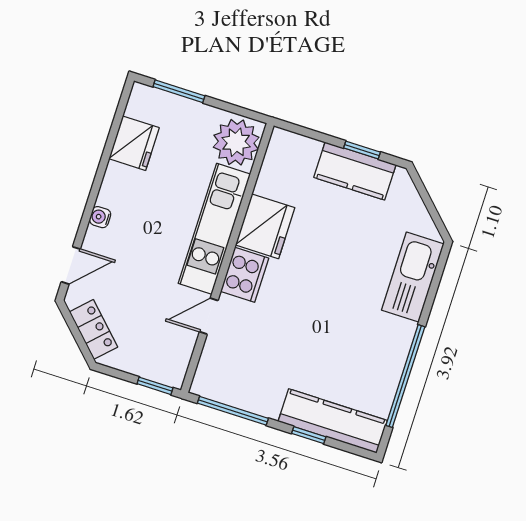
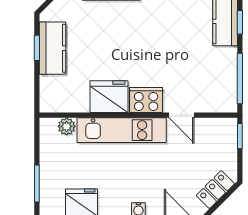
plant: (236, 142) -> (67, 126), width x0.53, depth x0.53

